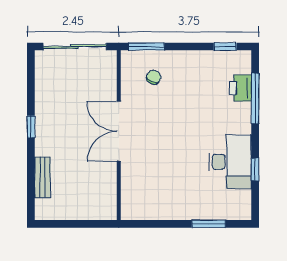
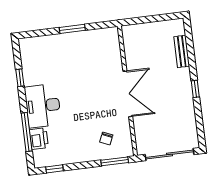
desk: (230, 162) -> (43, 106), moved
window: (209, 224) -> (72, 29), moved

